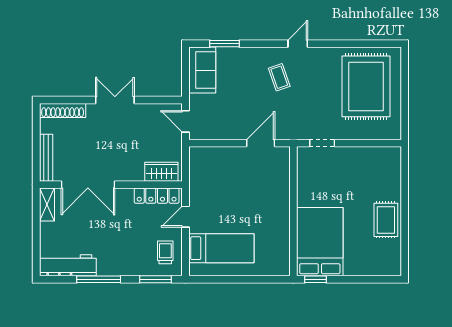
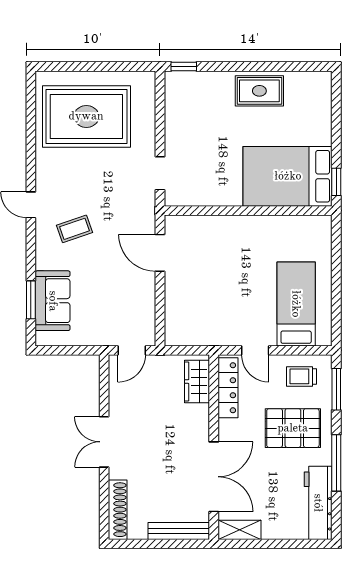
sofa: (202, 70) -> (53, 301), moved, turned 90
window: (405, 162) -> (184, 66), added
pallet: (126, 246) -> (293, 428), added

